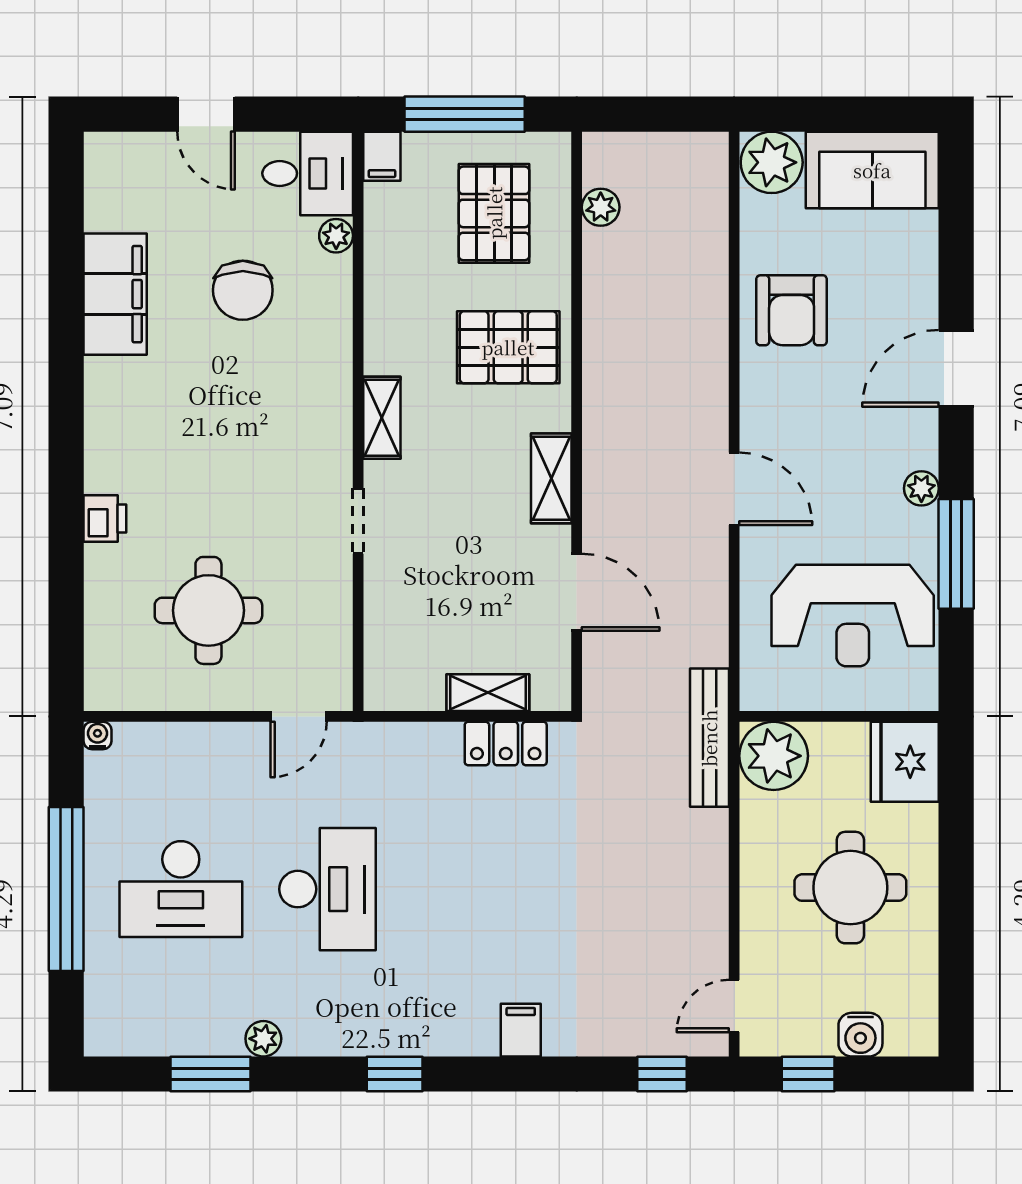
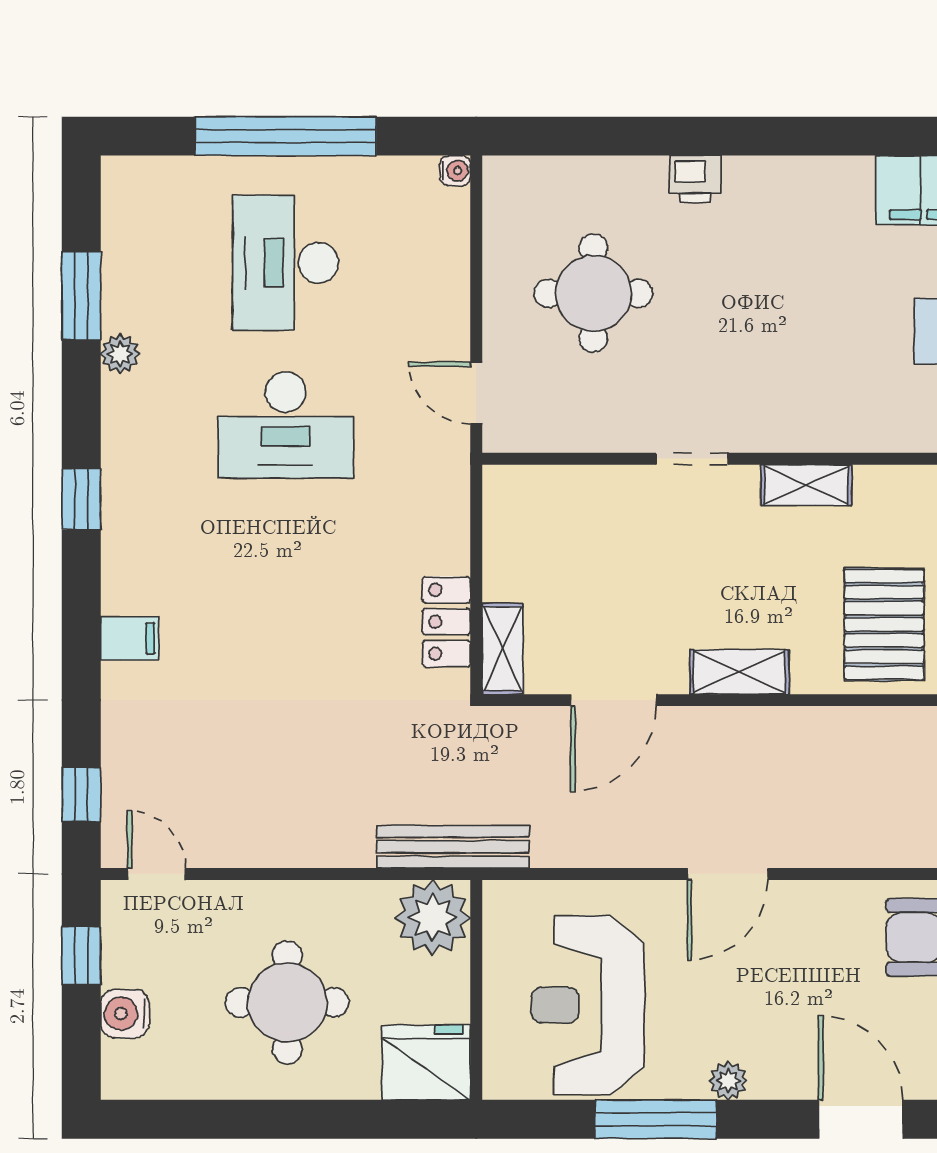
shelving: (488, 693) -> (503, 649), moved

